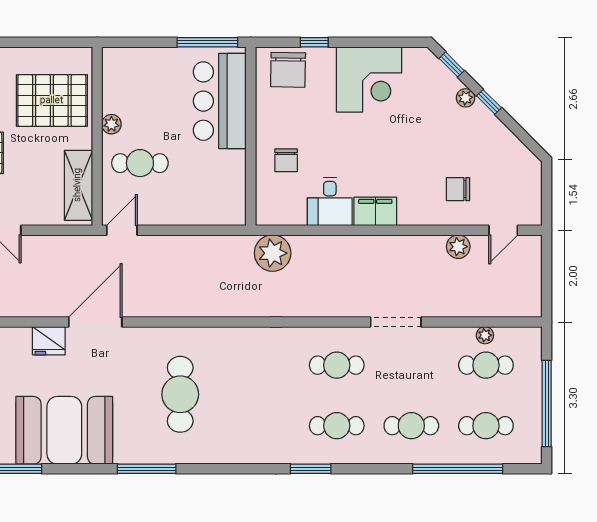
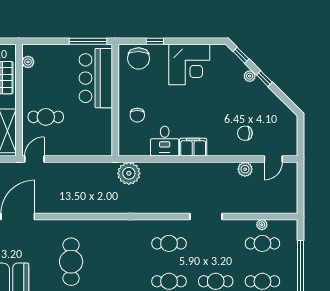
plant: (111, 124) -> (28, 62), moved

